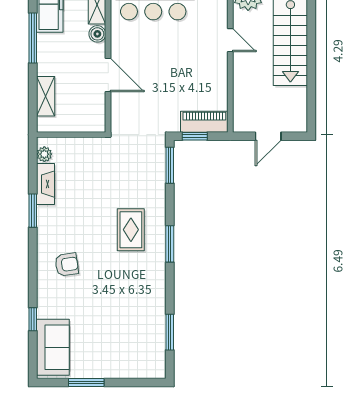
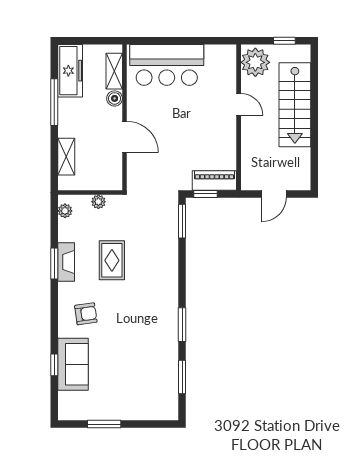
plant: (80, 145) -> (98, 202), added
fireplace: (45, 184) -> (66, 262), moved
rug: (131, 230) -> (112, 260), moved
window: (170, 244) -> (182, 325), moved
sofa: (53, 347) -> (73, 364), moved

